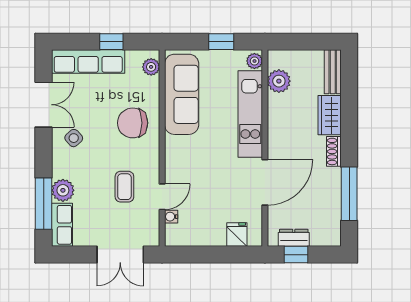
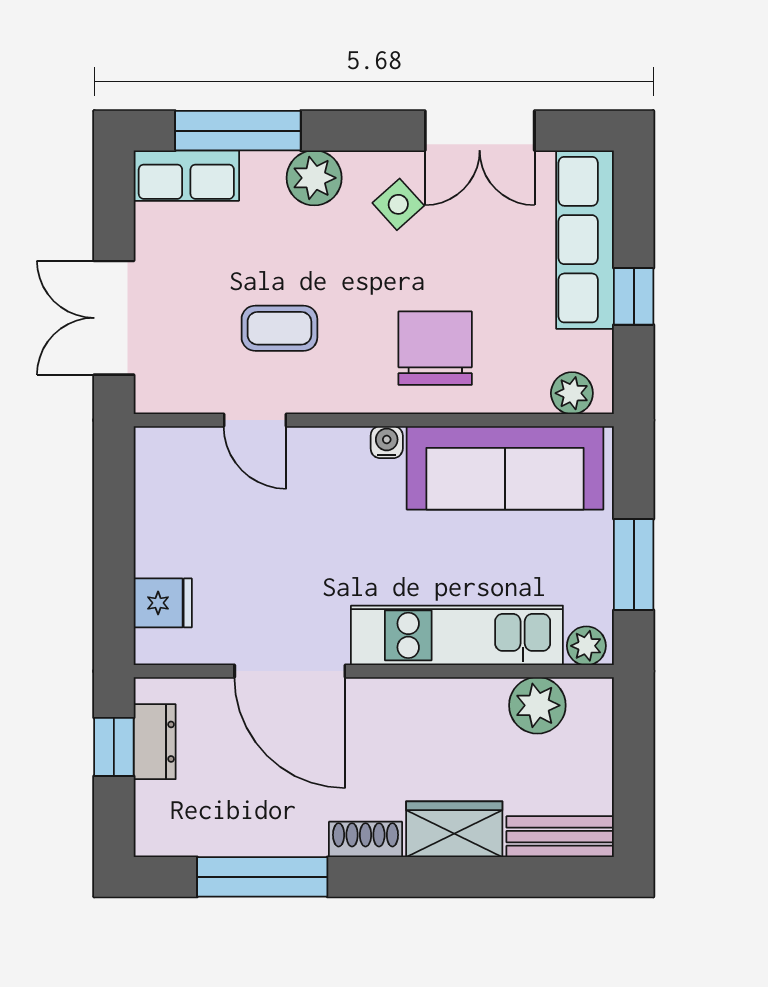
window: (221, 42) -> (634, 564), width x1.50
plant: (63, 190) -> (314, 178), moved
water cooler: (171, 217) -> (387, 442), moved

